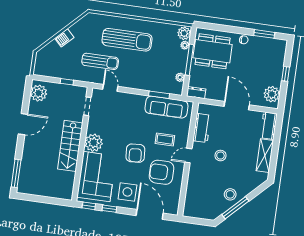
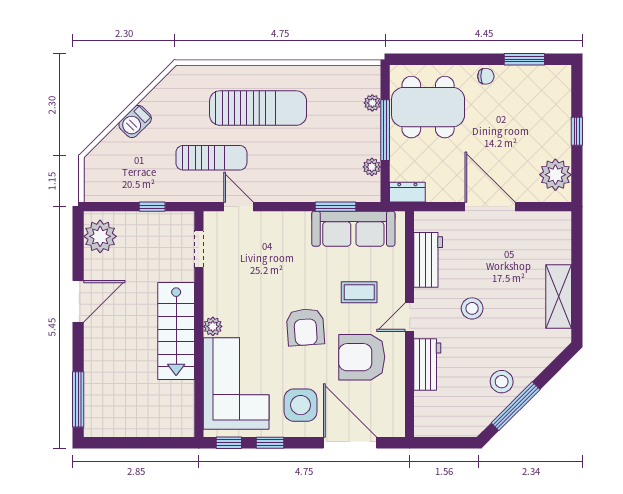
plant: (184, 33) -> (368, 80), removed
workbench: (269, 126) -> (427, 365), moved, turned 180
plant: (94, 143) -> (213, 326), width x0.53, depth x0.53

